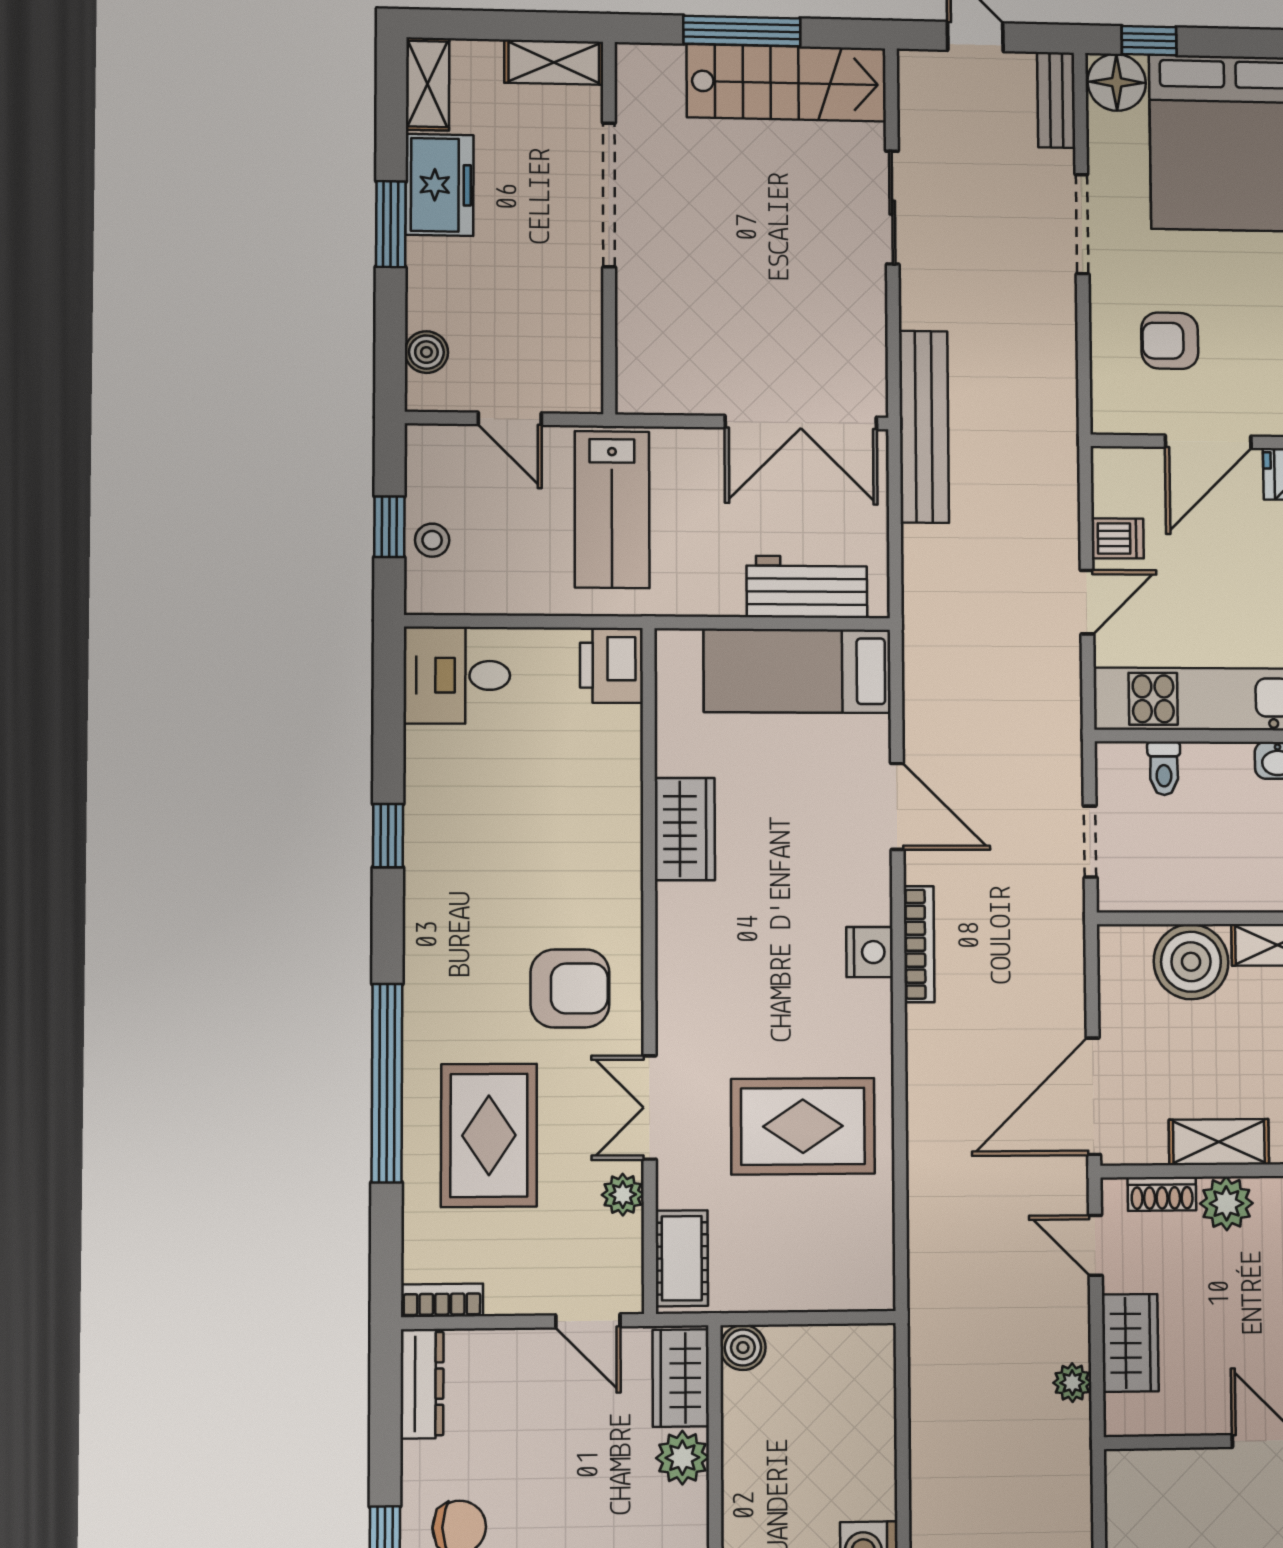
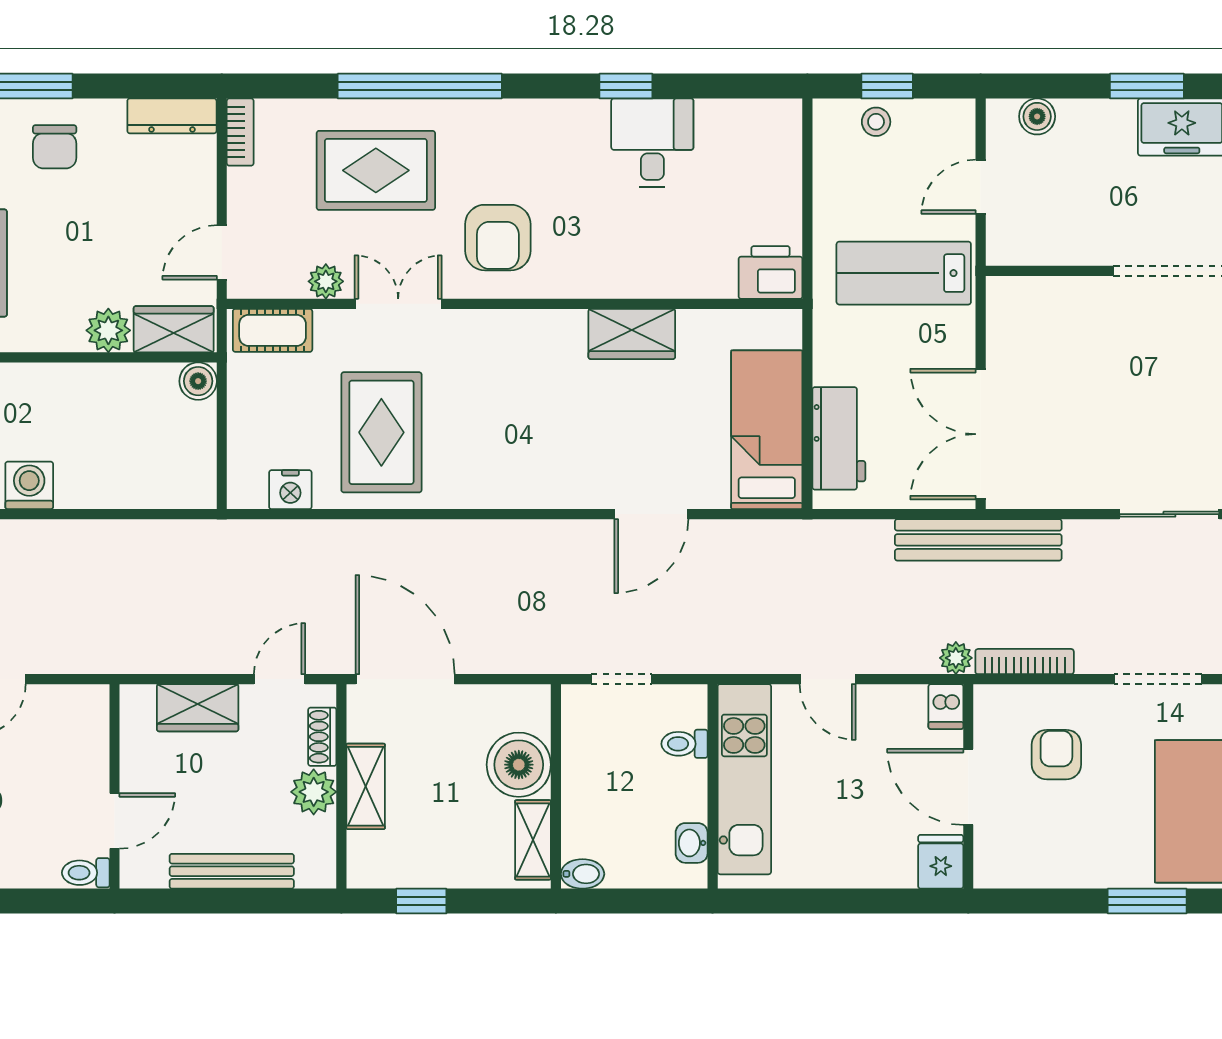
dishwasher: (1118, 538) -> (946, 707), moved
desk: (457, 675) -> (652, 143), moved
bookcase: (919, 944) -> (1025, 662), moved, turned 180
nightstand: (870, 952) -> (290, 490), moved
plant: (1072, 1383) -> (956, 658), moved

